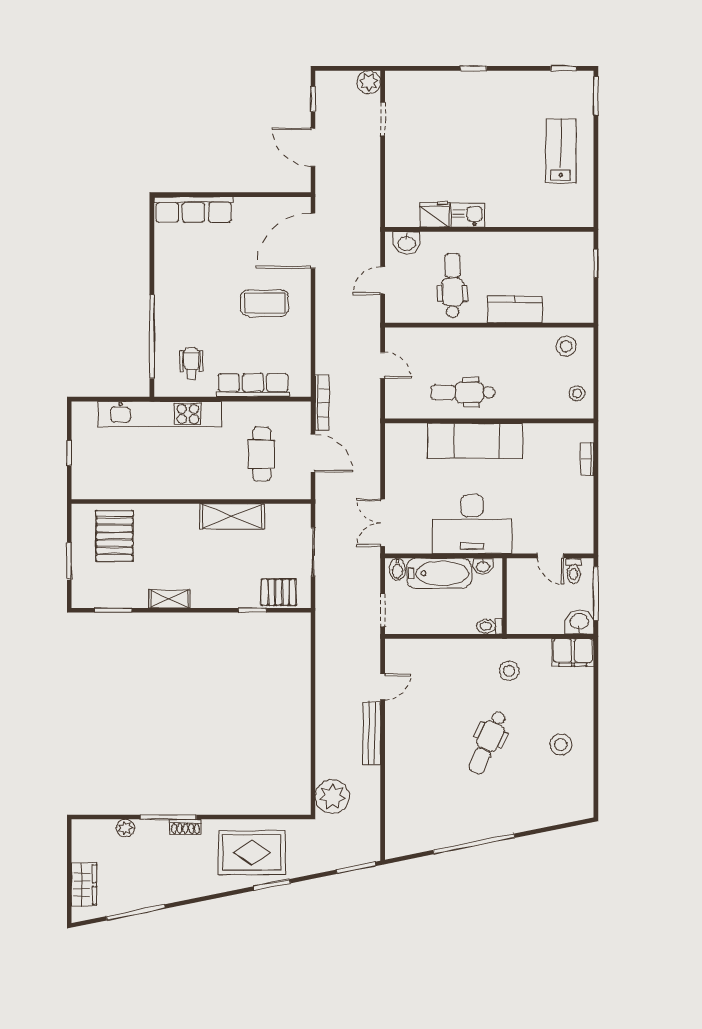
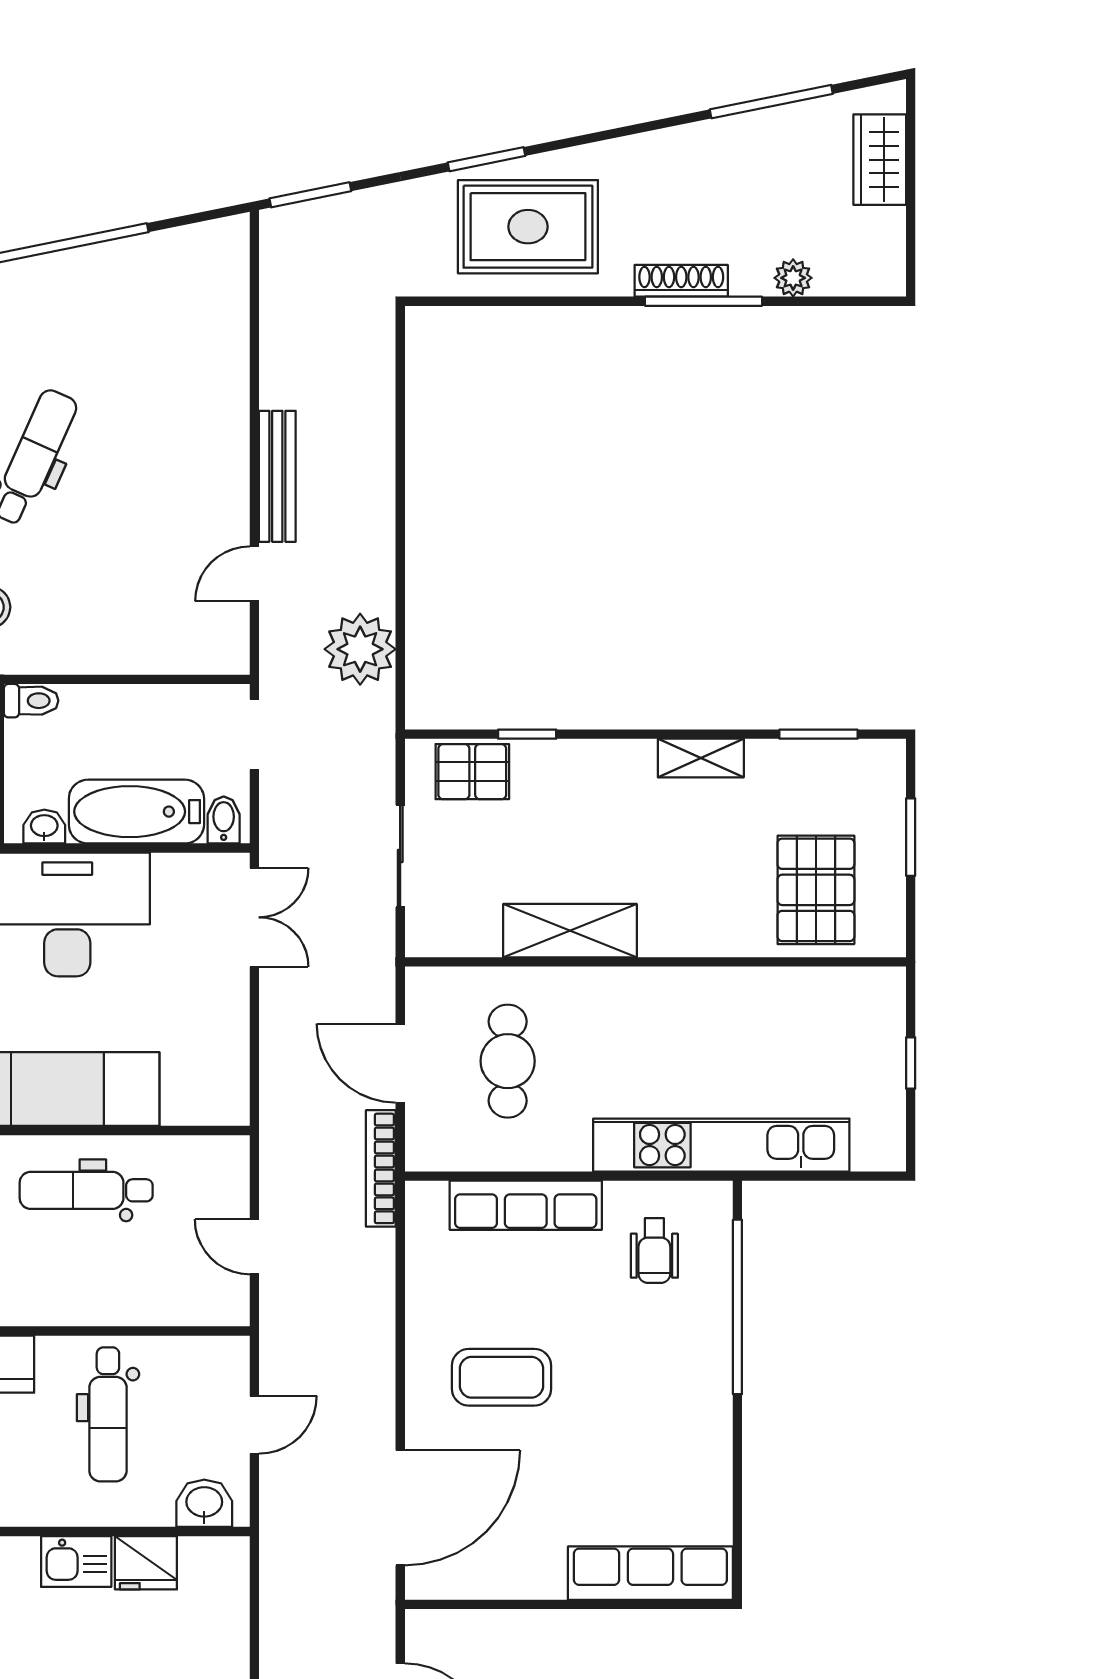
dental chair: (463, 392) -> (86, 1190), turned 180
plant: (332, 797) -> (360, 649), moved
shoe rack: (185, 827) -> (681, 281), width x1.43

